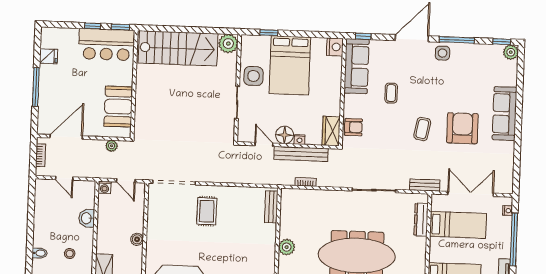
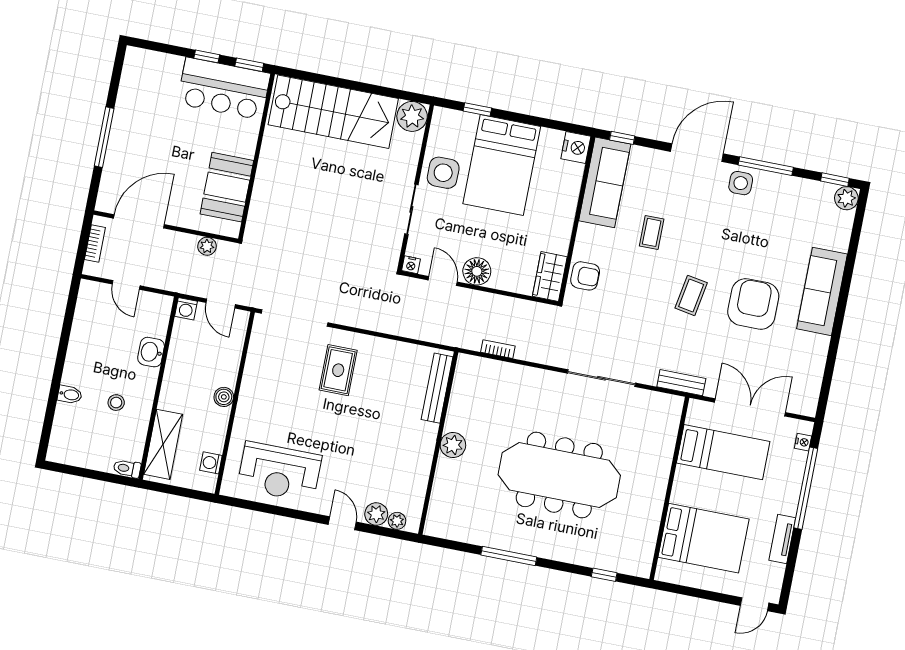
fridge: (49, 56) -> (131, 93), removed
nightstand: (300, 140) -> (411, 265), moved
bench: (301, 154) -> (498, 305), removed
bench: (271, 207) -> (437, 388), width x1.36
dresser: (421, 220) -> (667, 435), removed

